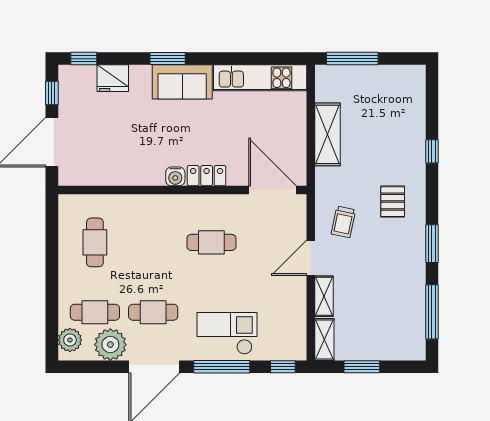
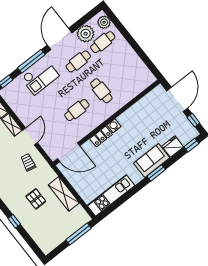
sofa: (182, 82) -> (152, 160), moved
pallet: (393, 202) -> (36, 199), moved
cafe table: (95, 242) -> (101, 91), moved

